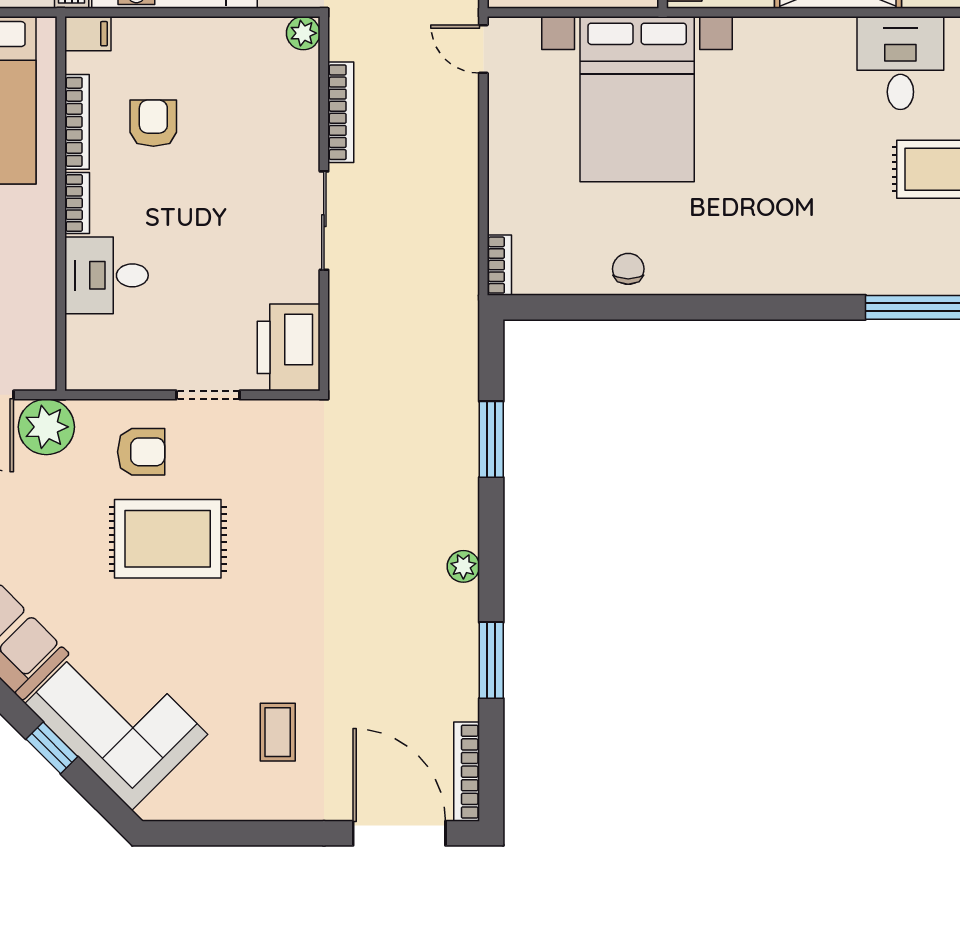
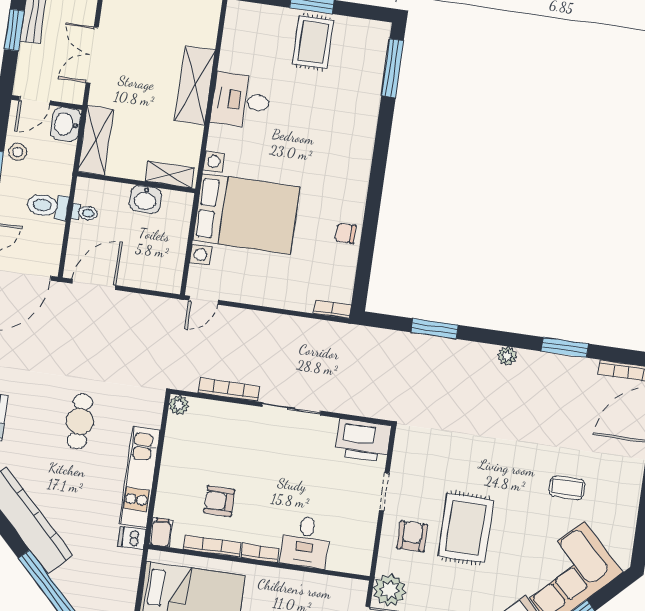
desk: (900, 63) -> (241, 100), moved
coffee table: (278, 732) -> (567, 488), moved

